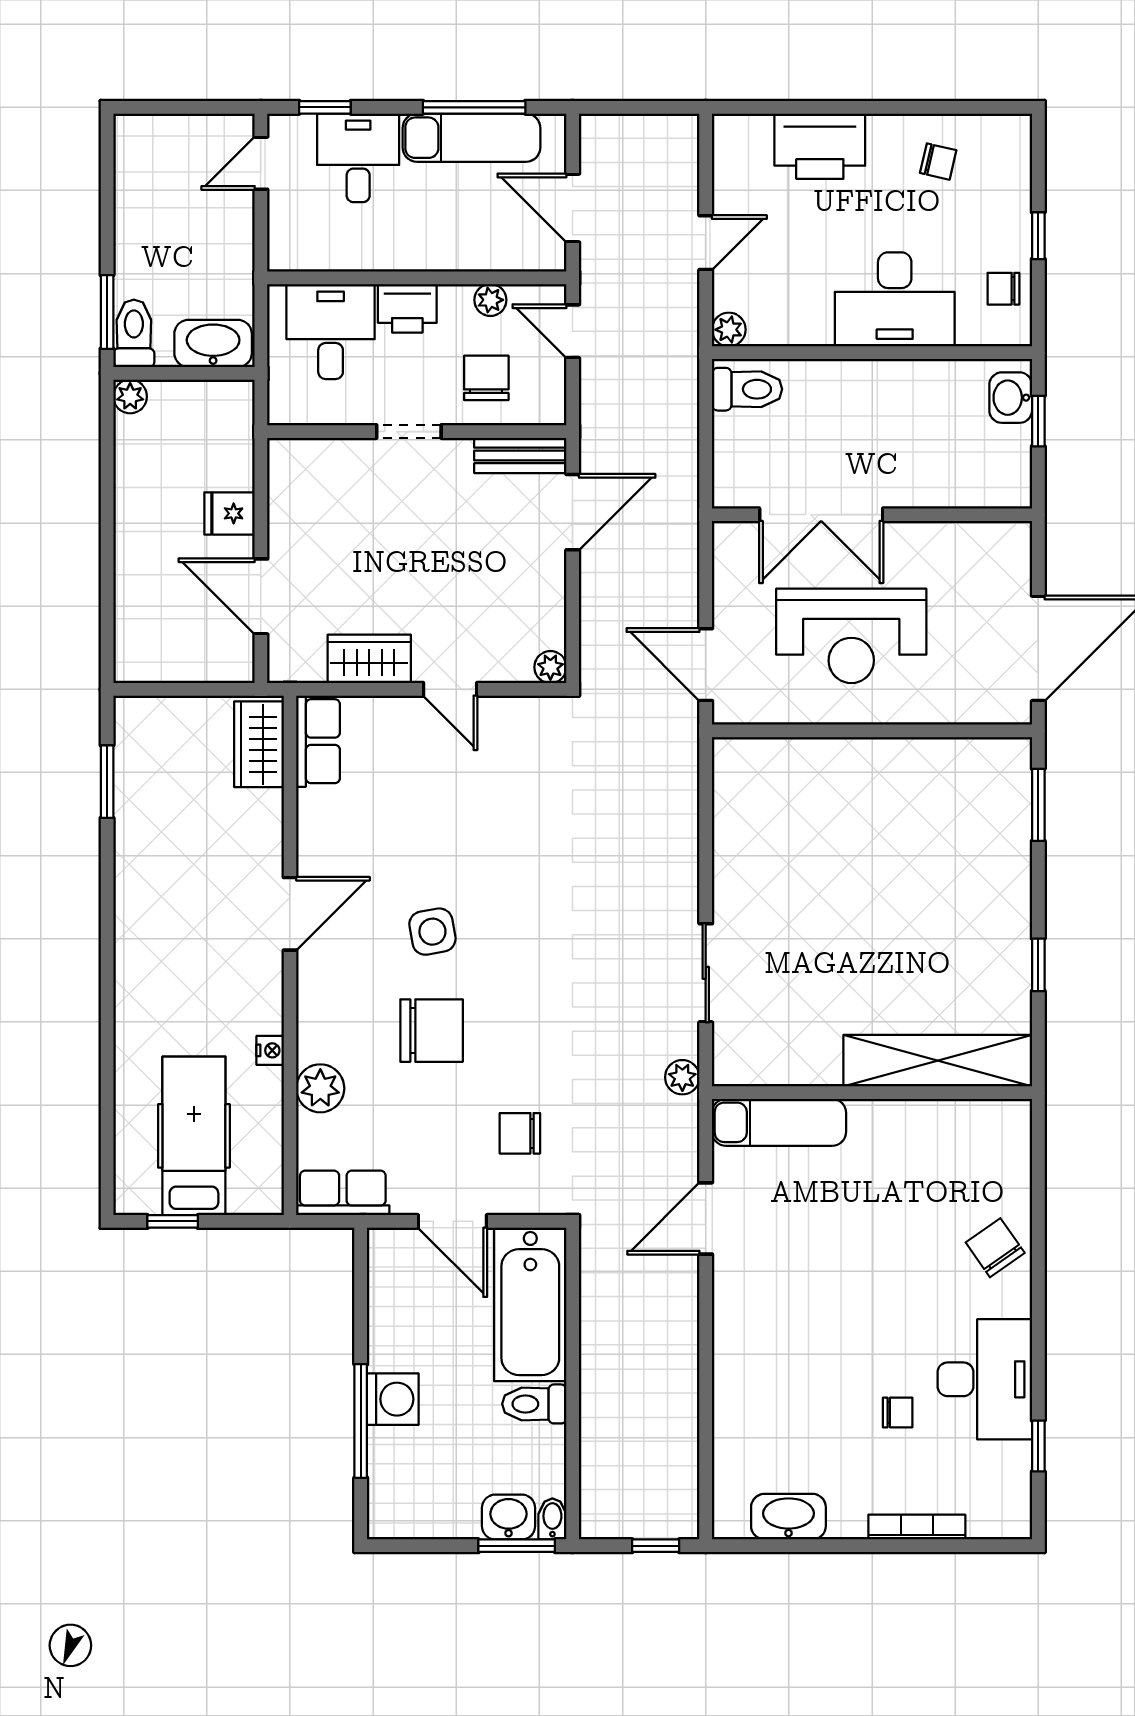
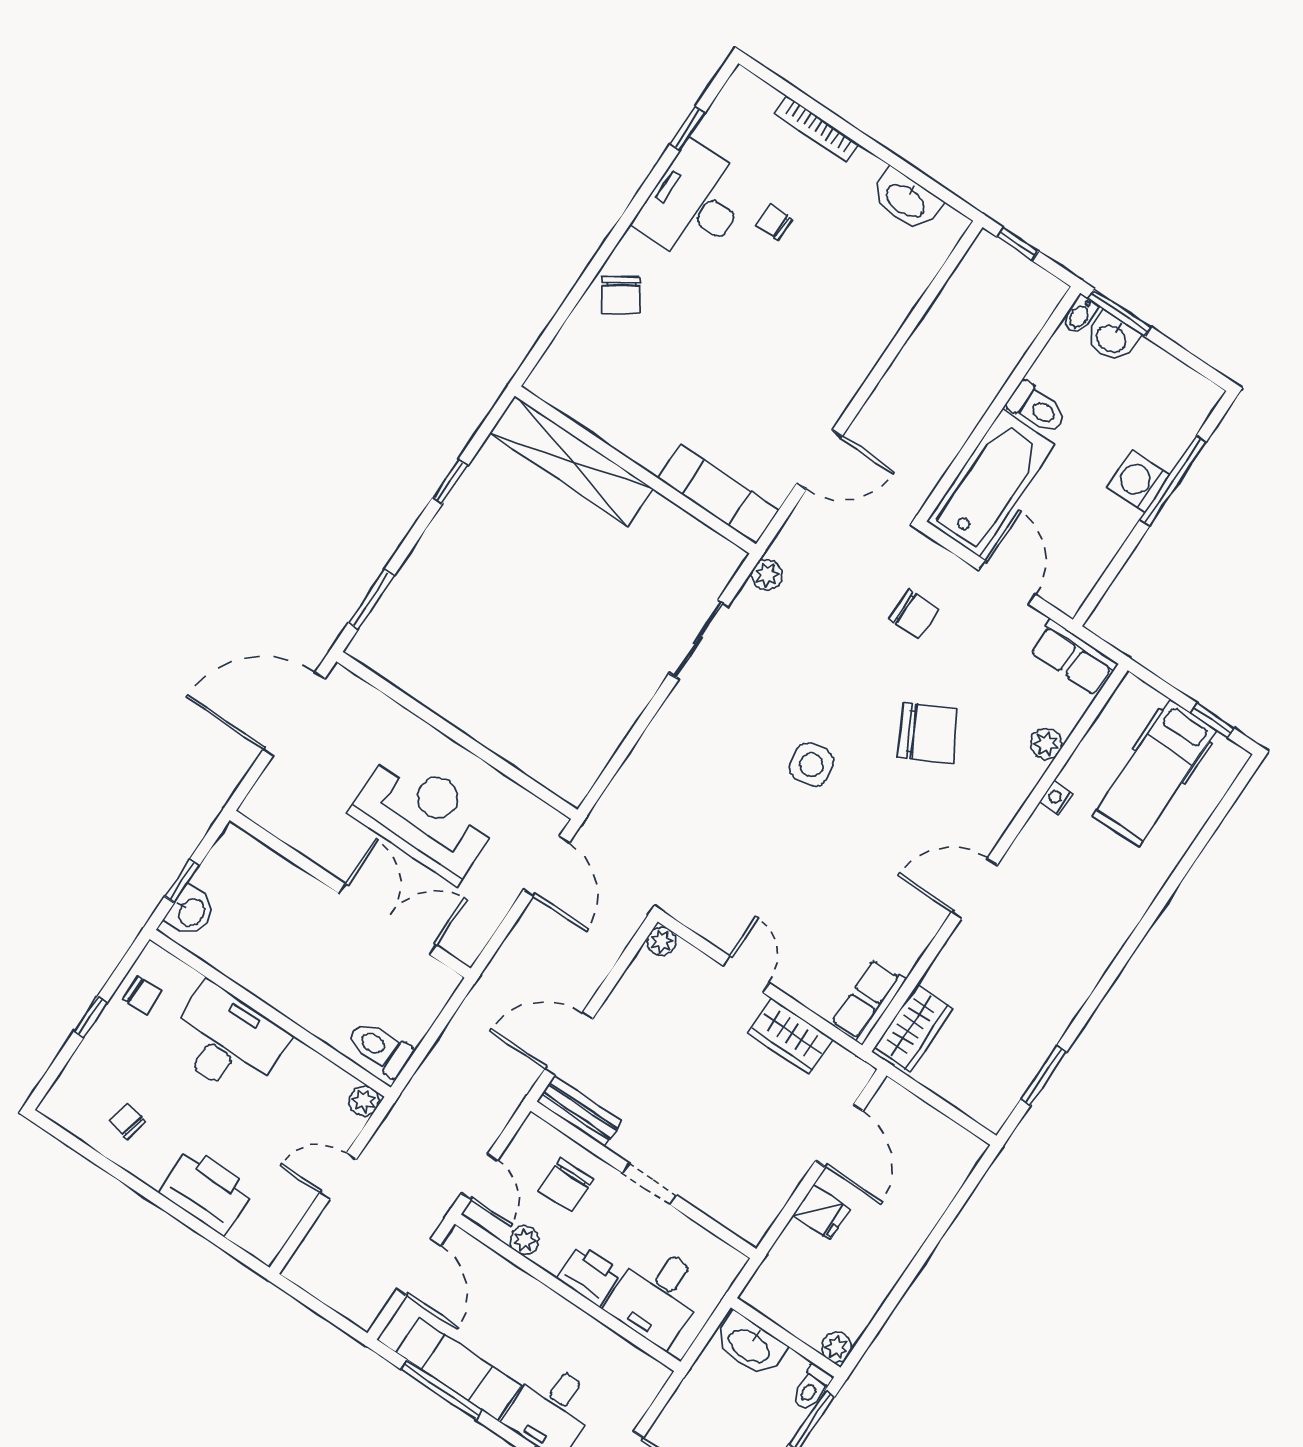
toilet: (134, 333) -> (811, 1387), width x0.73, depth x0.72
side table: (432, 932) -> (811, 765), moved
chair: (432, 1031) -> (928, 733), turned 152
plant: (320, 1088) -> (1046, 744), width x0.73, depth x0.73

